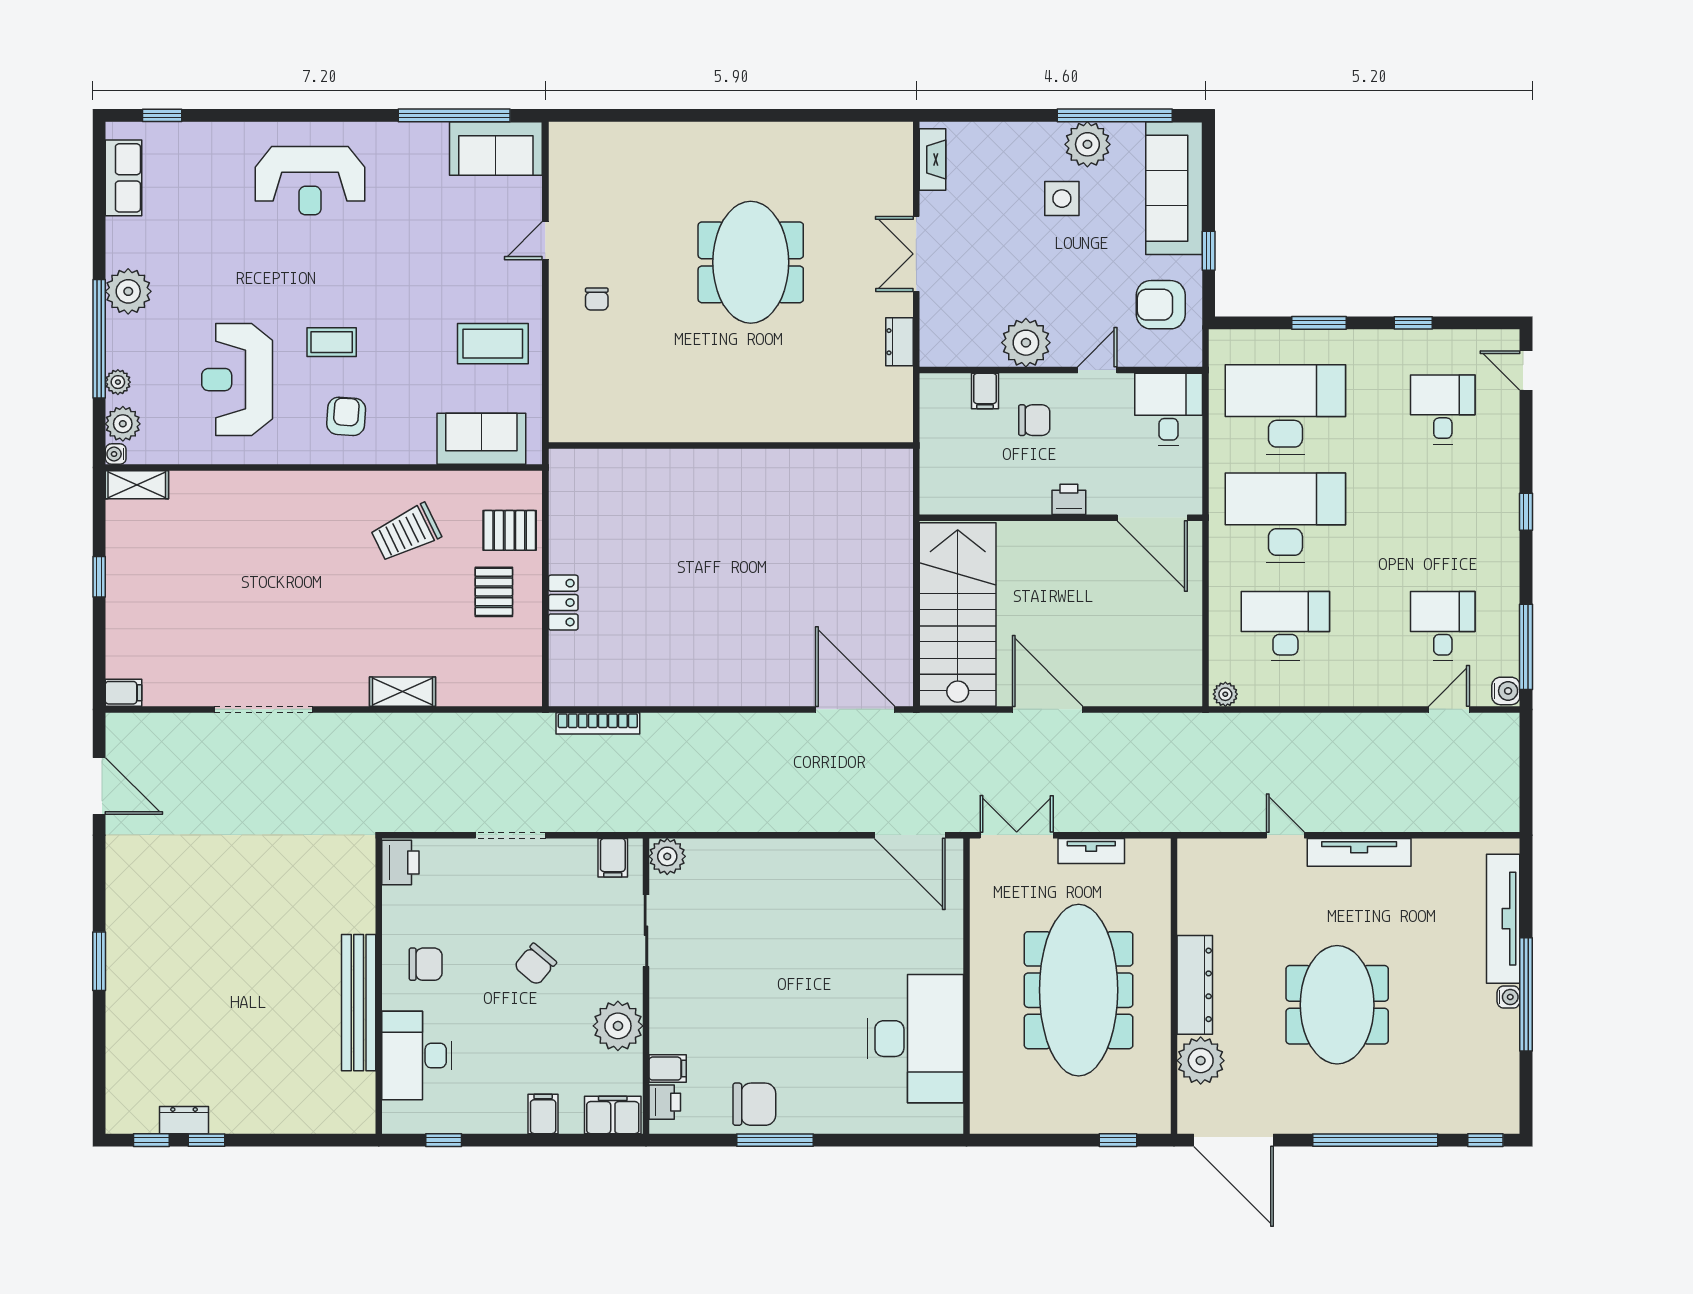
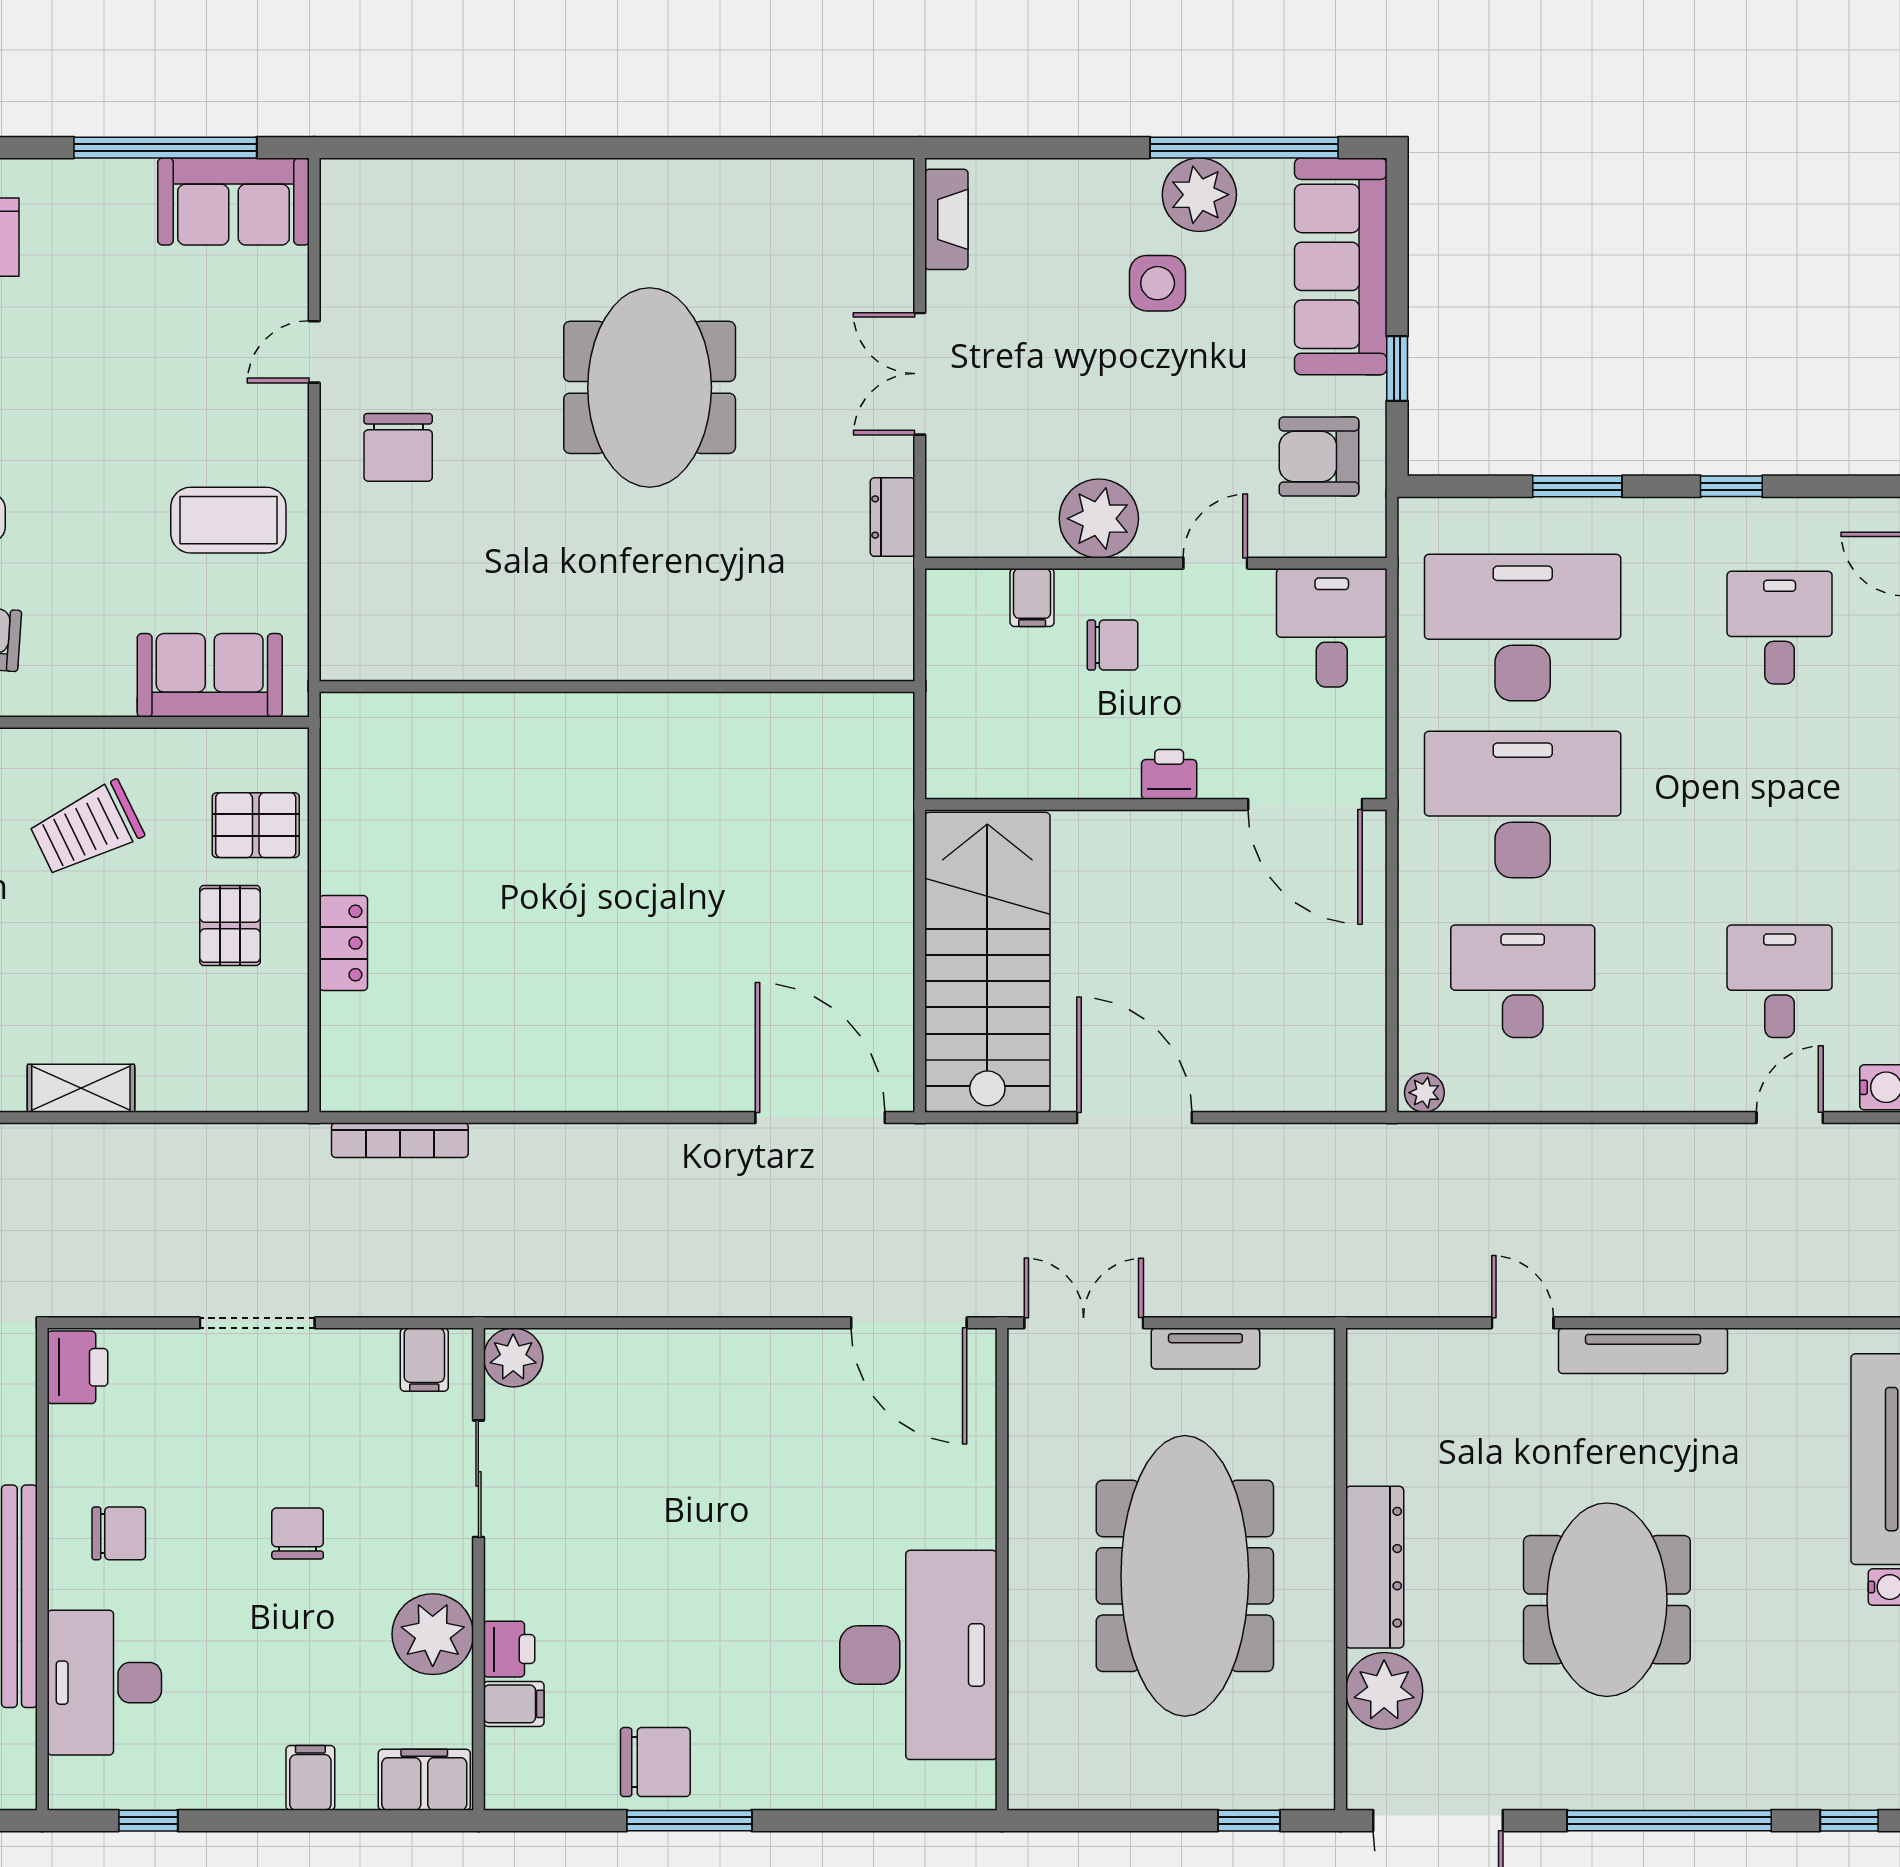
chair: (597, 299) -> (398, 447), width x1.87, depth x1.87
chair: (535, 964) -> (298, 1534), turned 140
printer: (665, 1102) -> (509, 1649), moved

